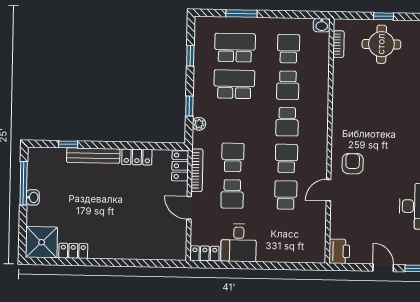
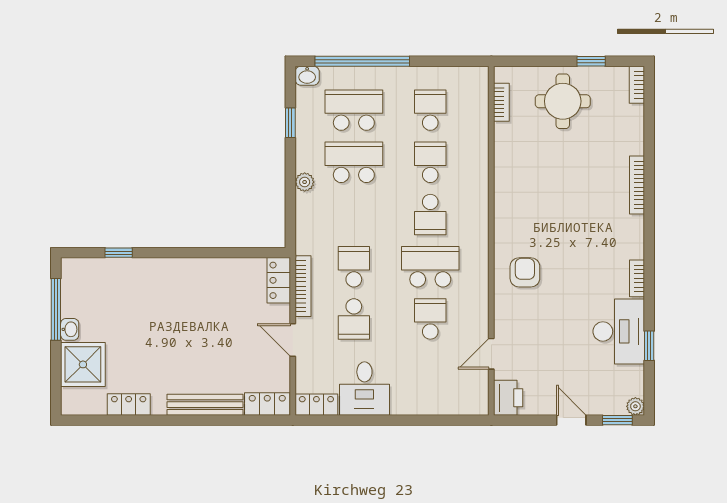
window: (241, 14) -> (362, 61), width x2.11
window: (383, 16) -> (591, 61), moved
washbasin: (322, 25) -> (307, 76), moved
school desk: (288, 85) -> (430, 162), turned 180
window: (189, 106) -> (290, 195), removed
plant: (199, 124) -> (305, 182), moved
bench: (93, 156) -> (205, 405), moved
locker: (137, 157) -> (267, 404), moved, turned 180
school desk: (286, 158) -> (430, 267), width x1.85
door: (329, 190) -> (491, 354), moved
shower: (42, 242) -> (83, 364), moved

